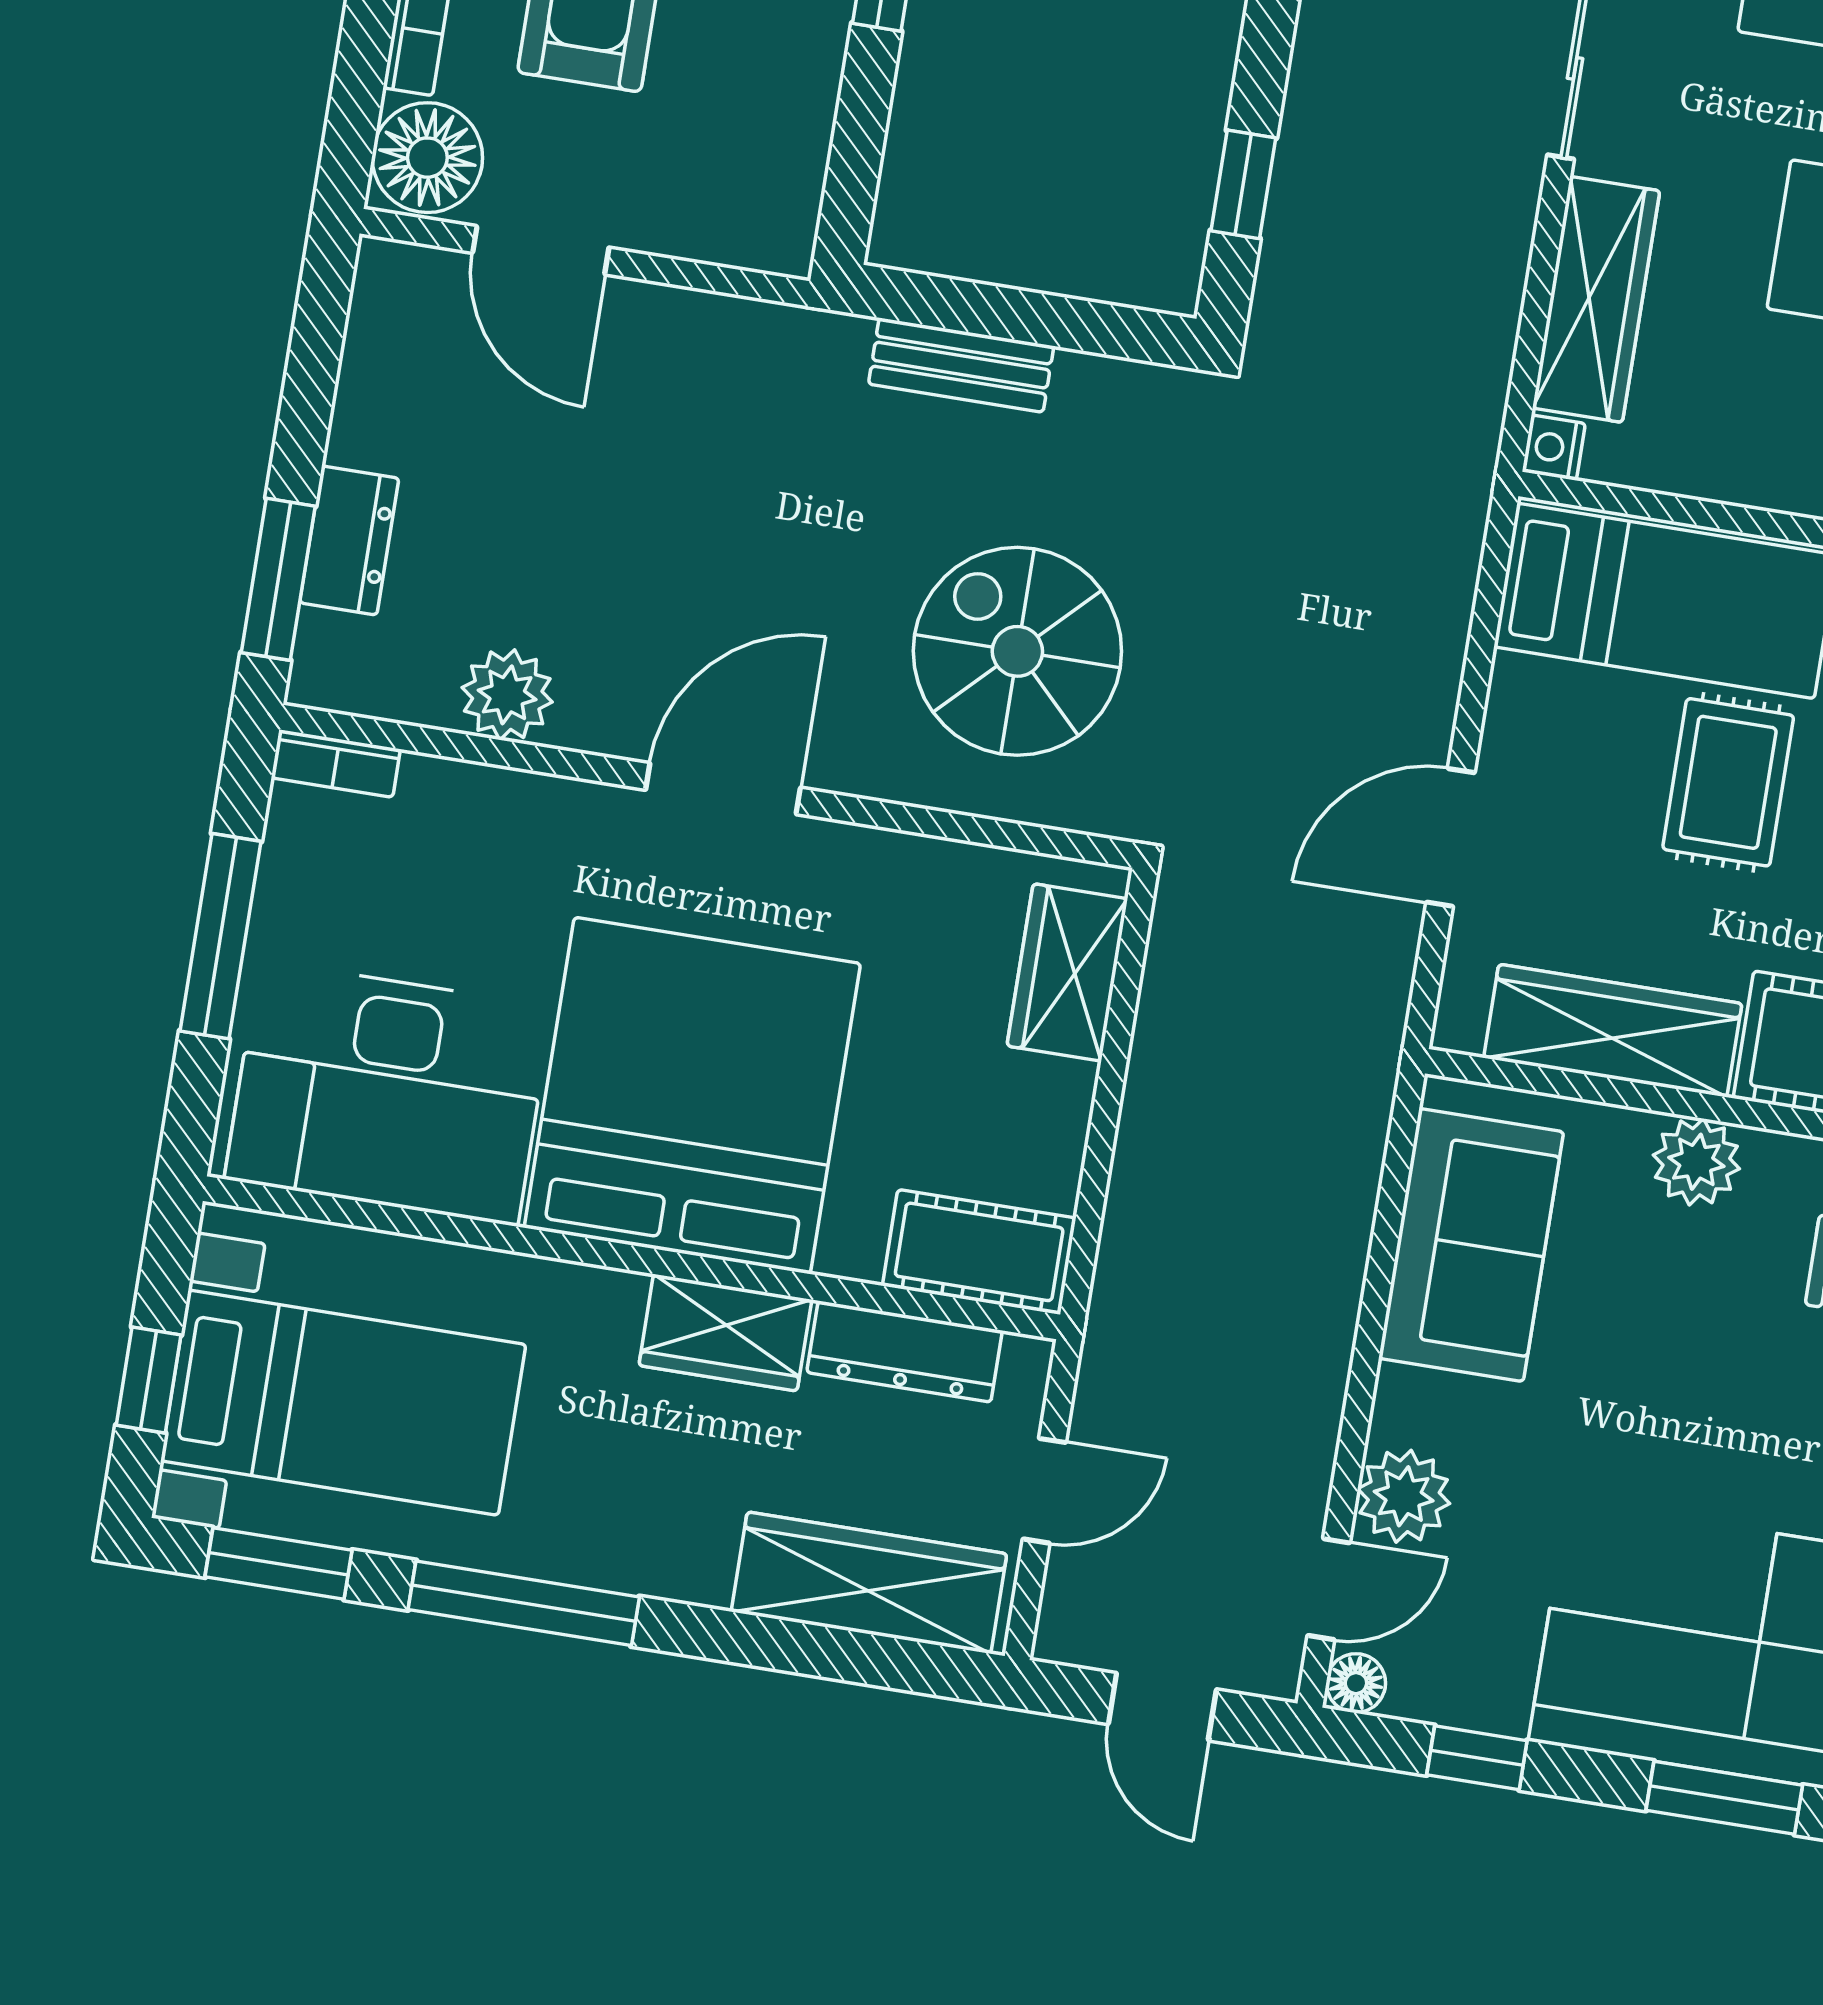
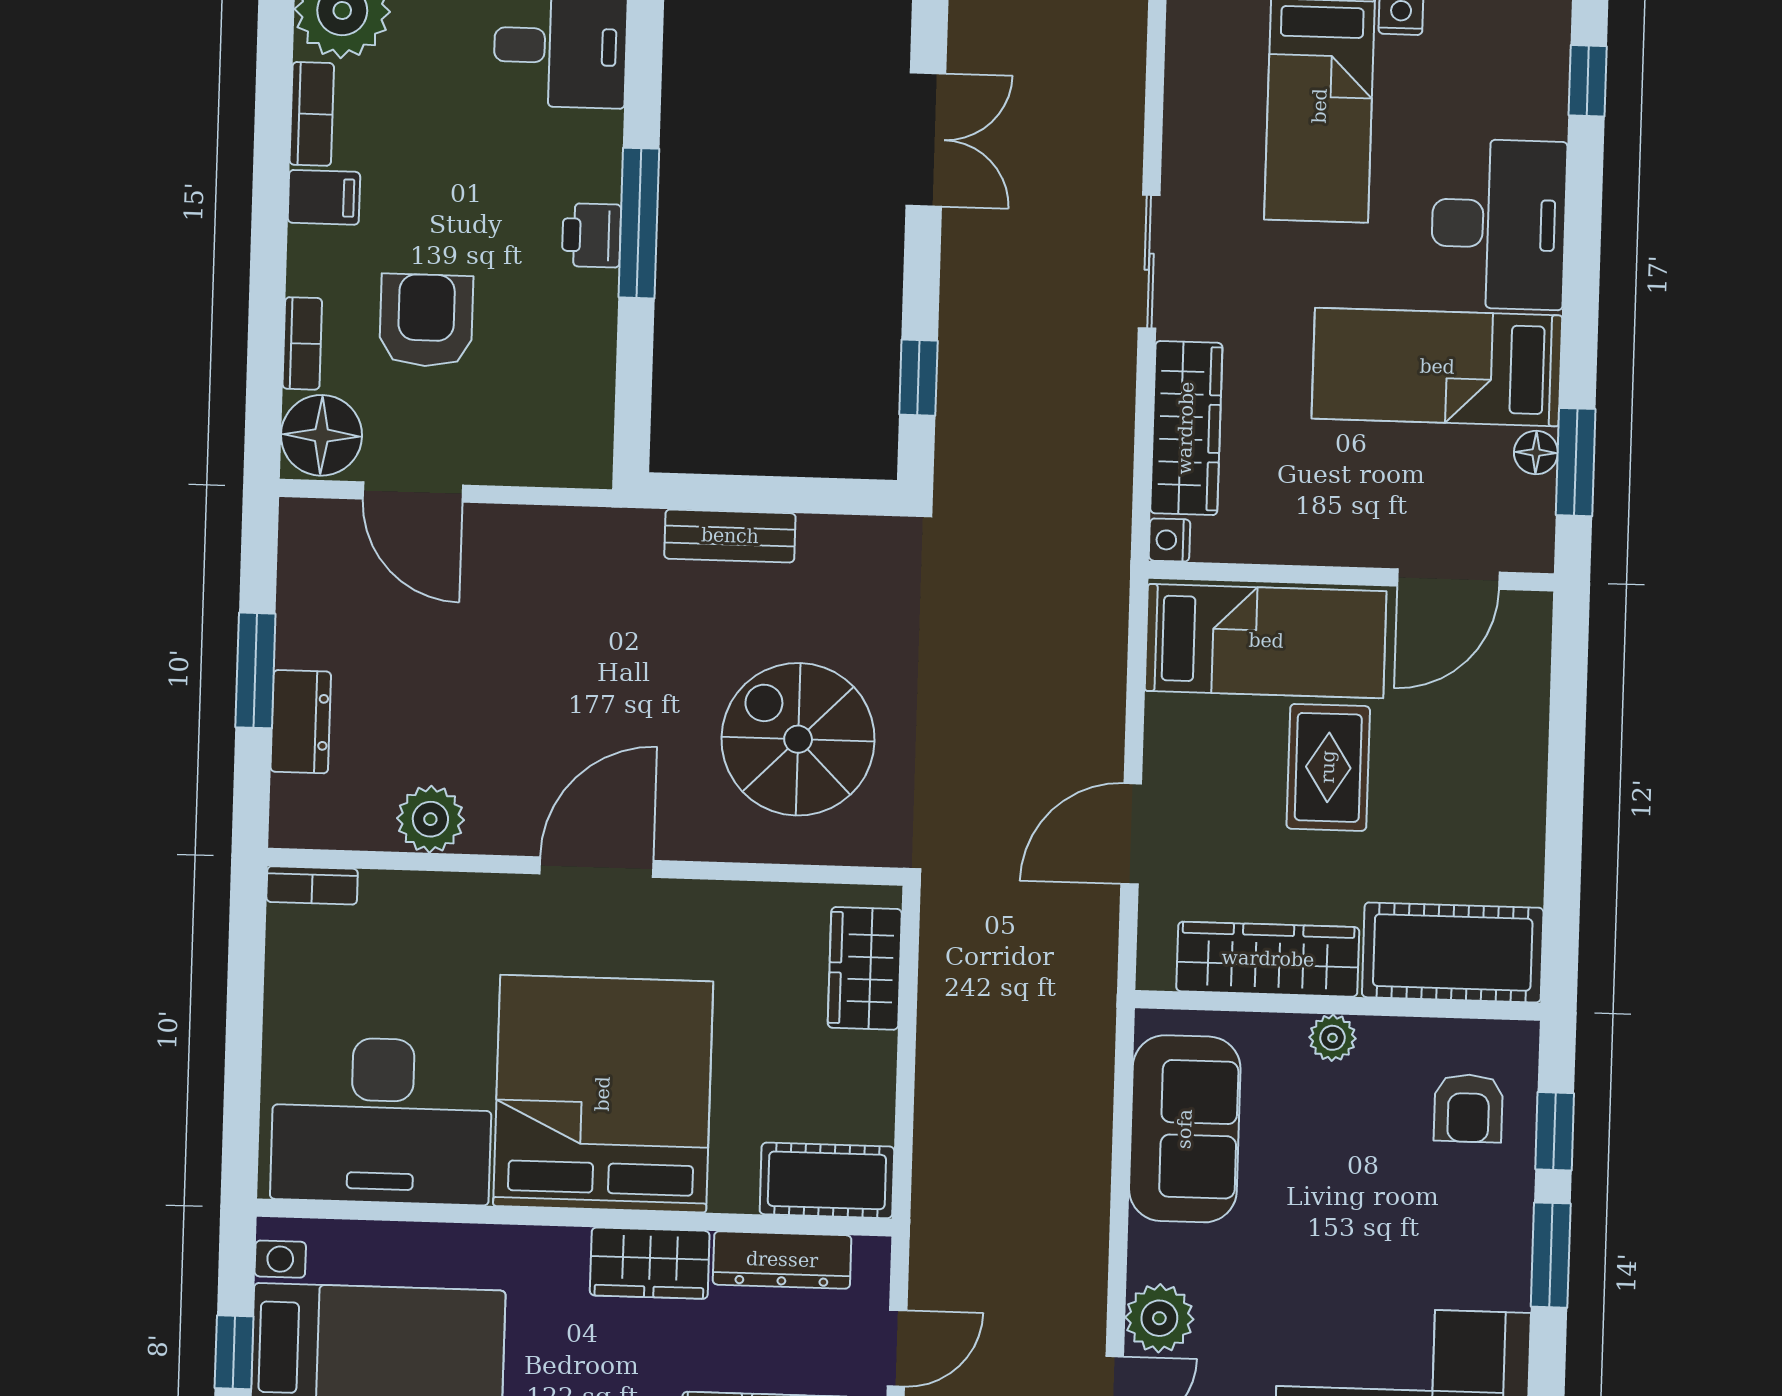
window: (278, 579) -> (255, 670), moved
window: (220, 936) -> (244, 1022), removed
plant: (1696, 1162) -> (1332, 1038), width x0.73, depth x0.73

